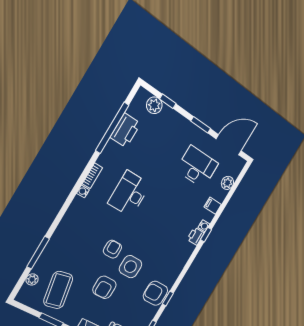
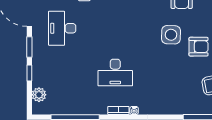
window: (168, 101) -> (29, 73), moved
printer: (125, 130) -> (71, 106), removed
armchair: (112, 249) -> (165, 59), removed

